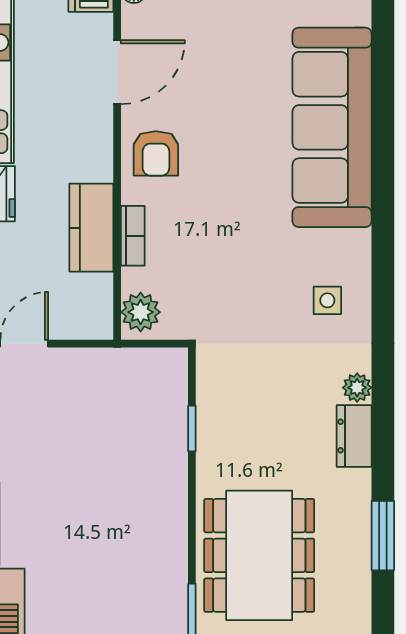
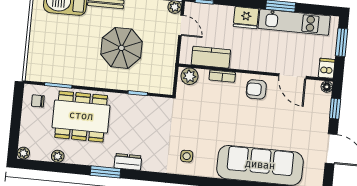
kitchen counter: (91, 228) -> (211, 57), moved
plant: (357, 388) -> (58, 156), moved
parasol: (90, 477) -> (121, 48), added
window: (383, 536) -> (105, 172), moved

